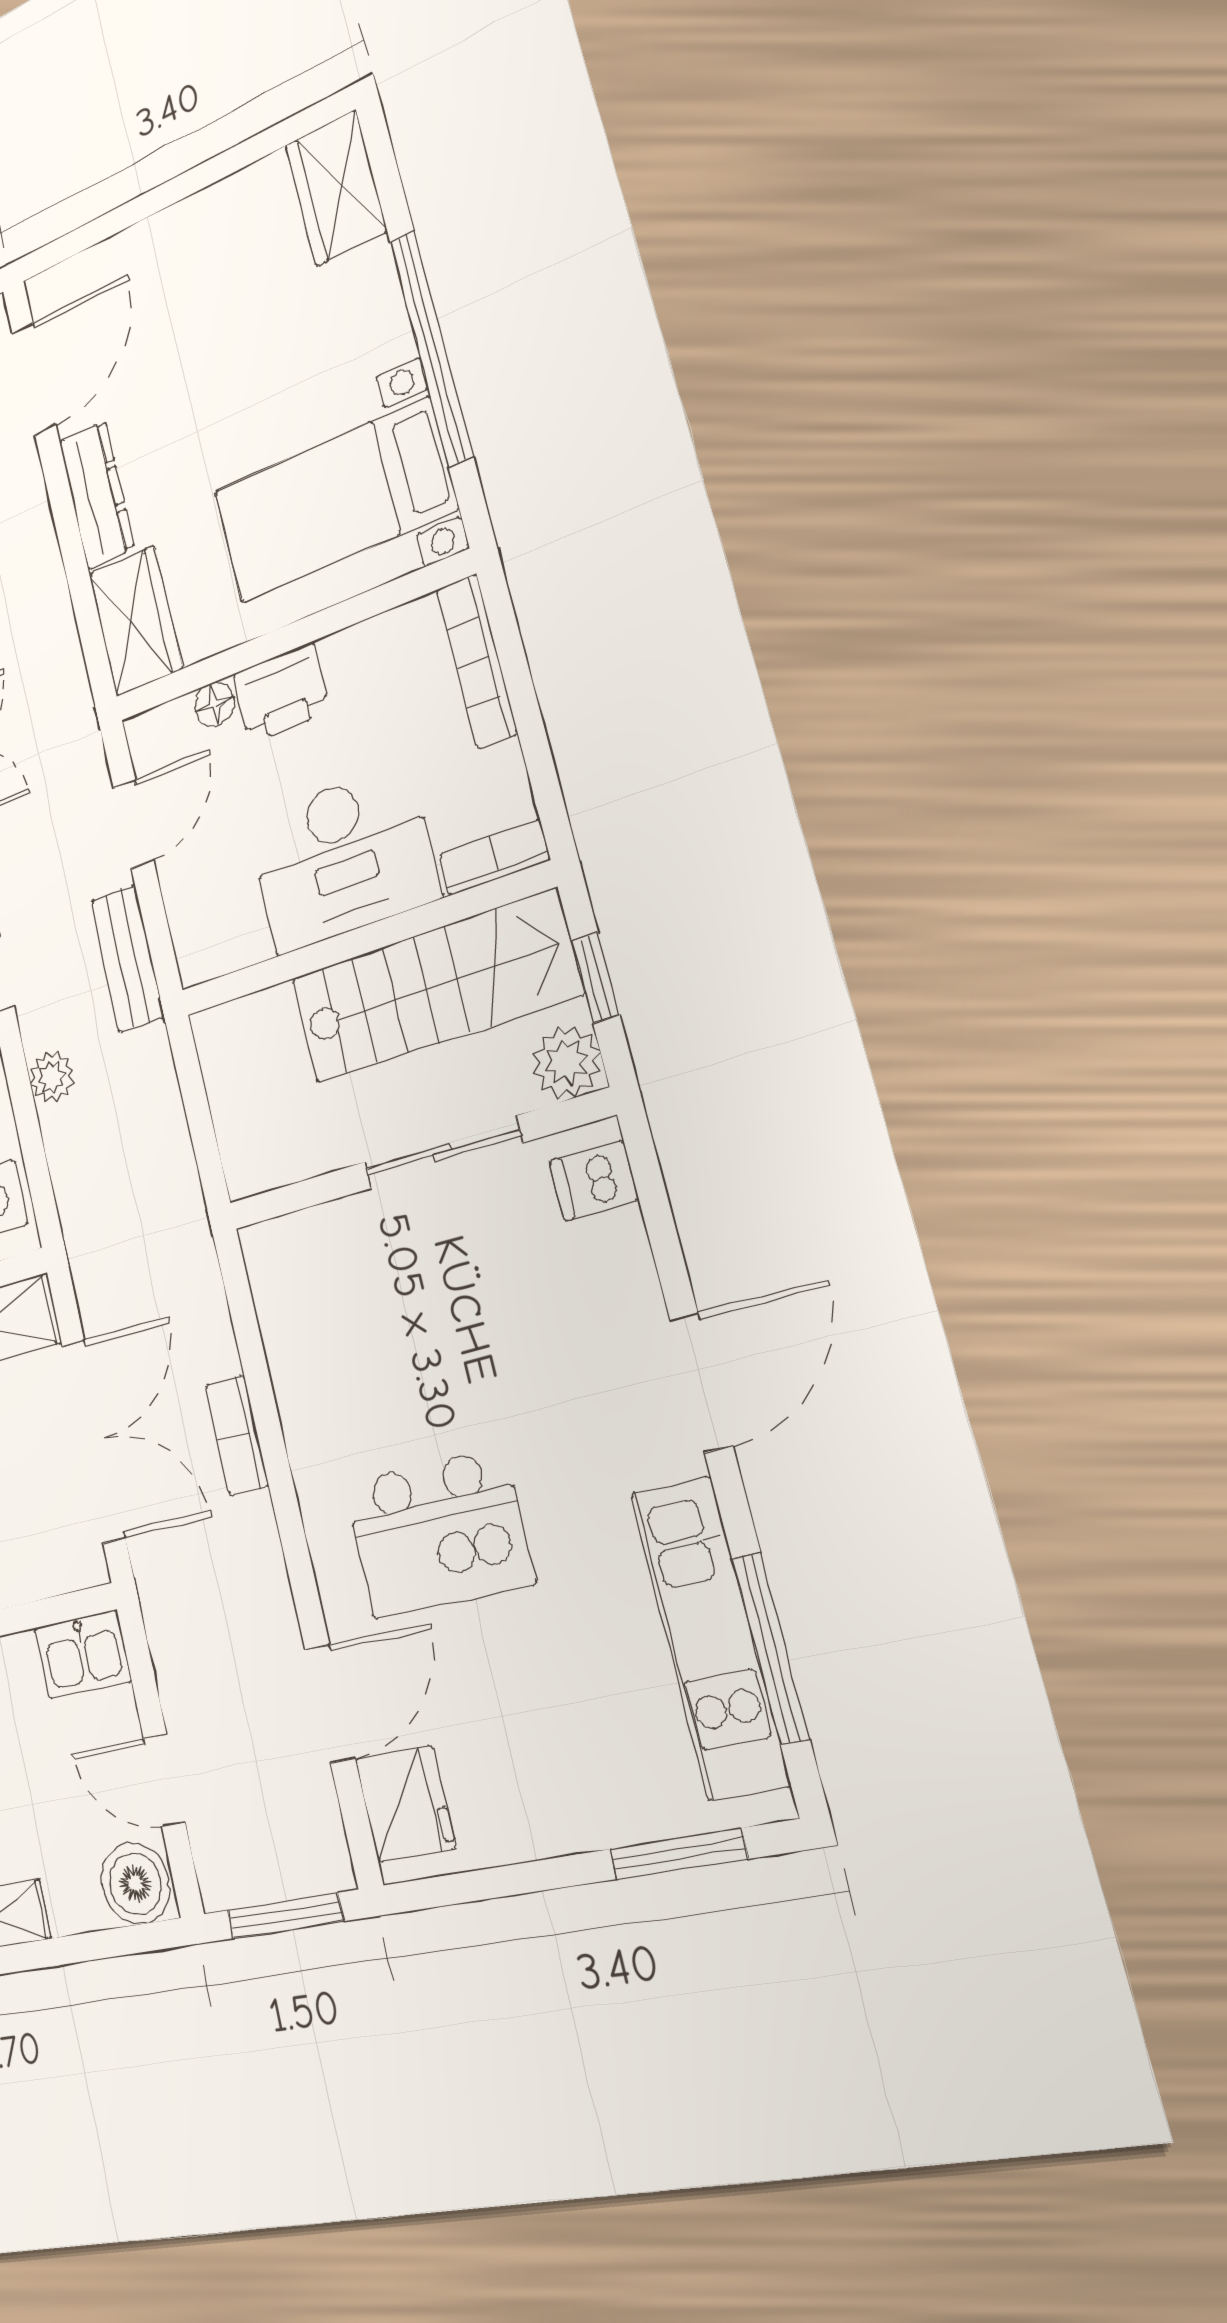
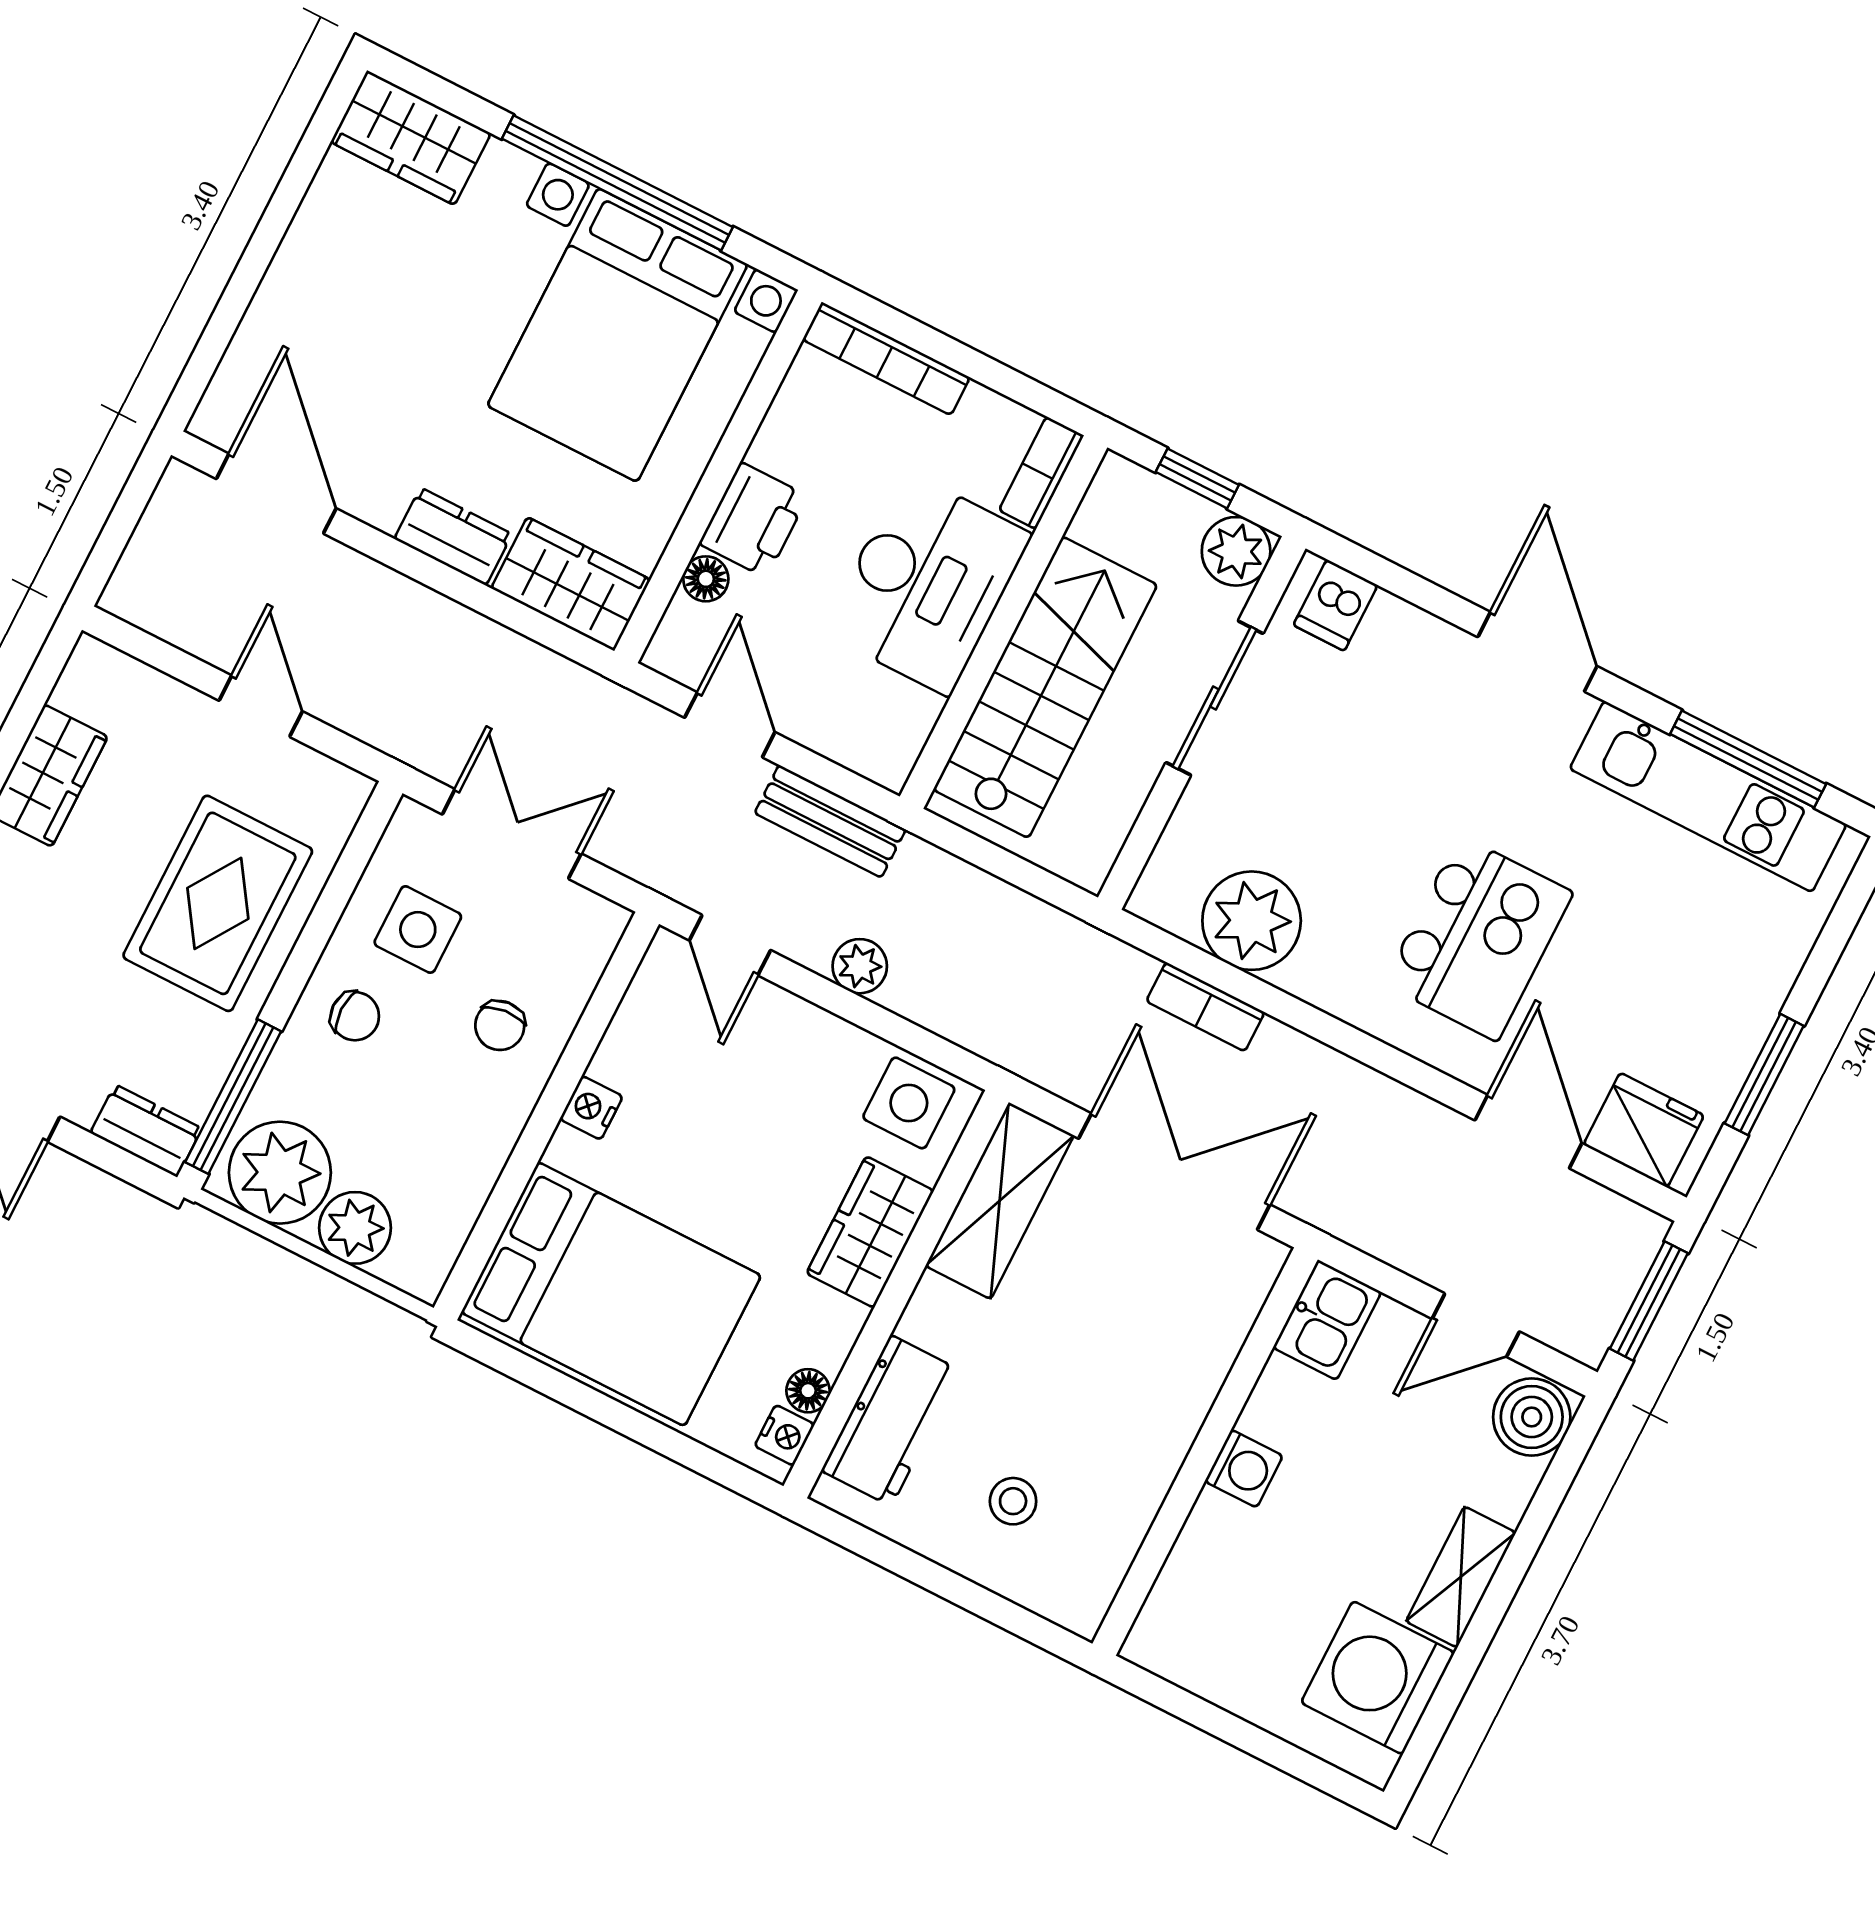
dresser: (97, 495) -> (453, 536), width x0.70
bed with nightstands: (334, 500) -> (617, 335), width x1.36
stairs: (435, 987) -> (1045, 687), moved
plant: (307, 1336) -> (1252, 921), added
bookcase: (237, 1435) -> (1205, 1007), moved
window: (679, 1854) -> (1764, 1075), moved

